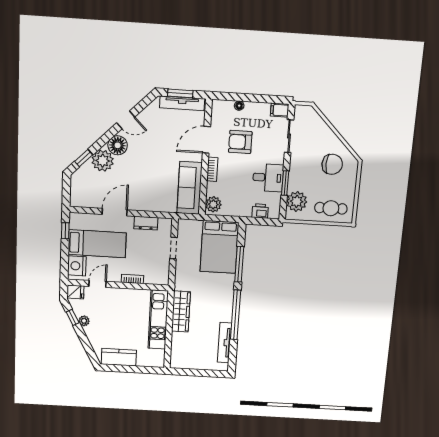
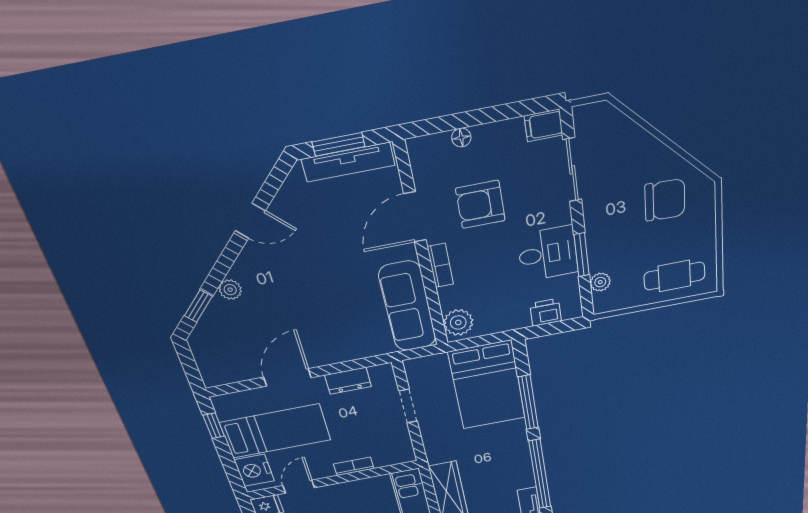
floor lamp: (118, 145) -> (252, 269), removed
plant: (103, 161) -> (230, 290), width x0.53, depth x0.53
plant: (297, 201) -> (600, 282), width x0.53, depth x0.53

